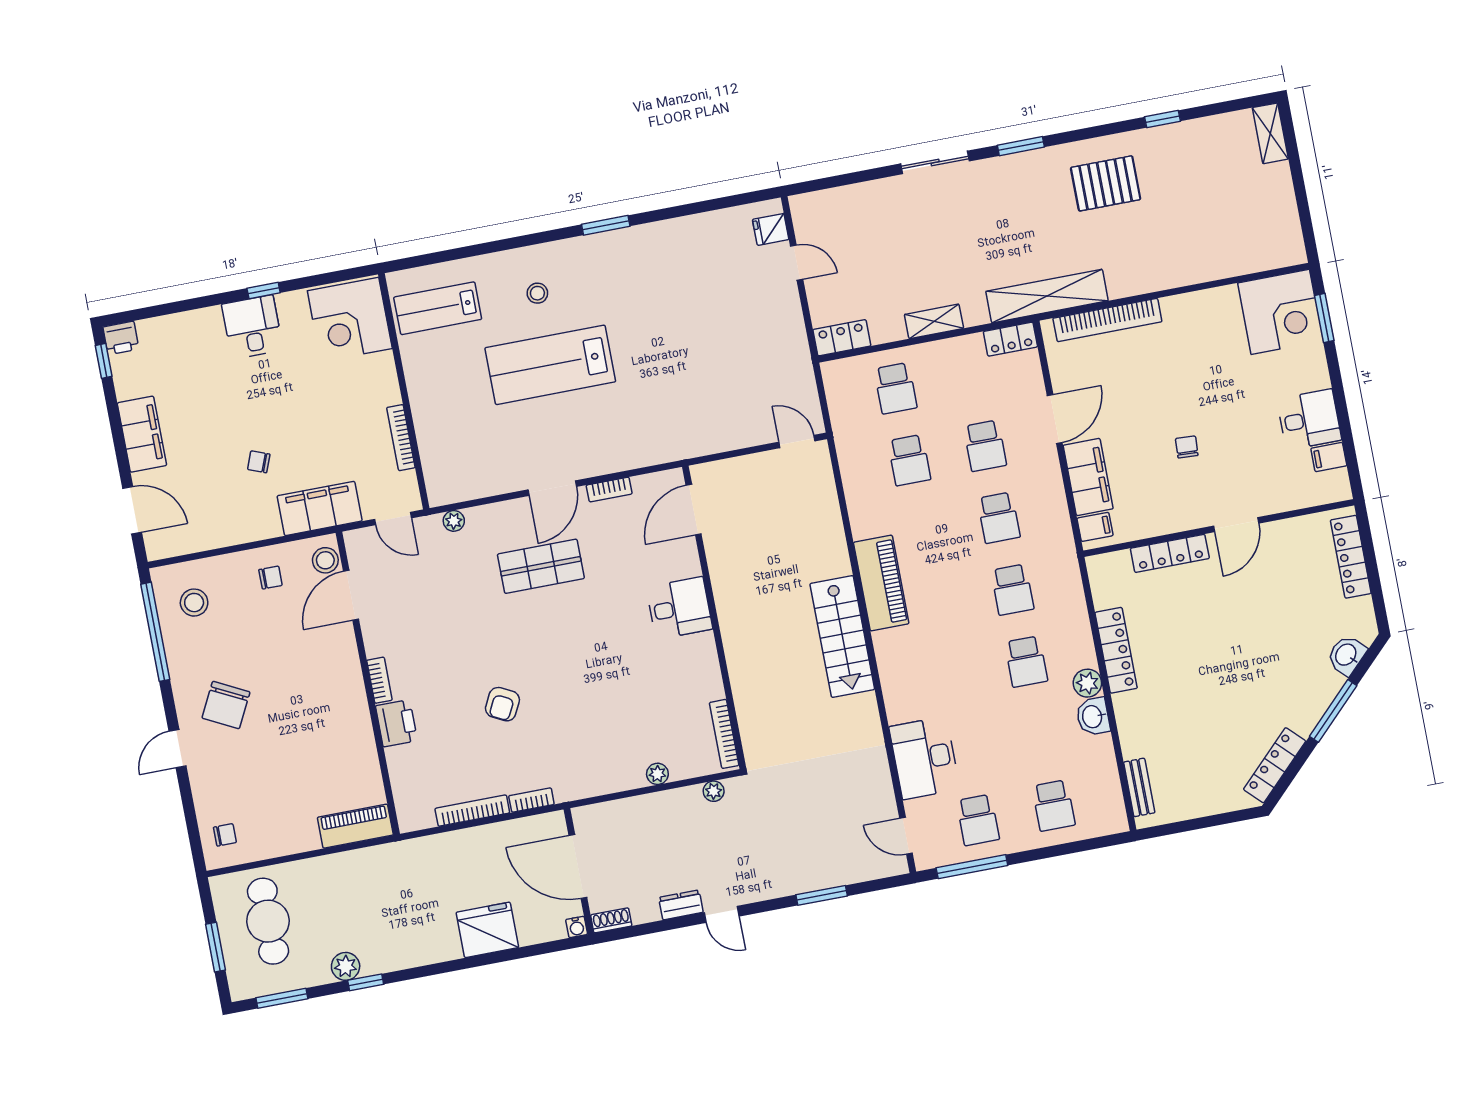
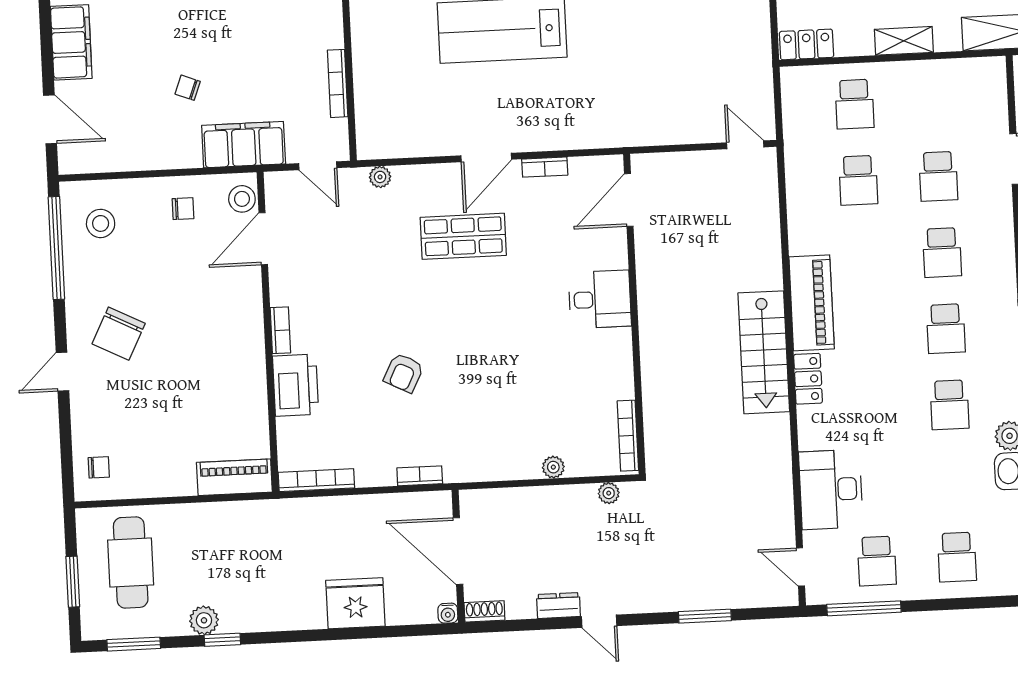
locker: (1010, 339) -> (808, 379), moved, turned -90
printer: (396, 723) -> (296, 385), width x1.37, depth x1.19
bookcase: (472, 811) -> (316, 480), moved

